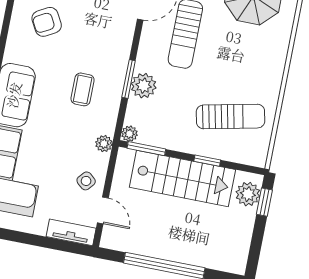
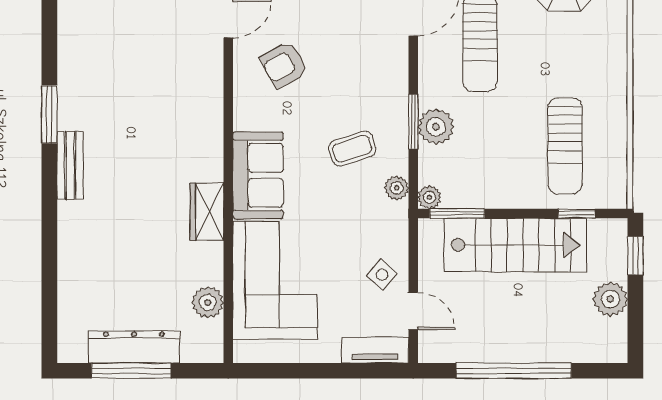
coffee table: (83, 89) -> (352, 149), turned 72
sun lounger: (230, 117) -> (565, 146), turned 102
plant: (104, 144) -> (397, 188), moved
window: (207, 161) -> (577, 213), moved
plant: (248, 194) -> (610, 299), moved

